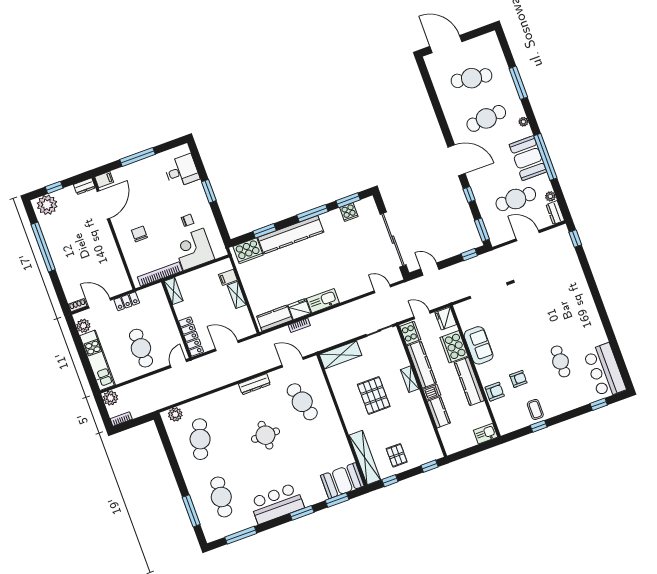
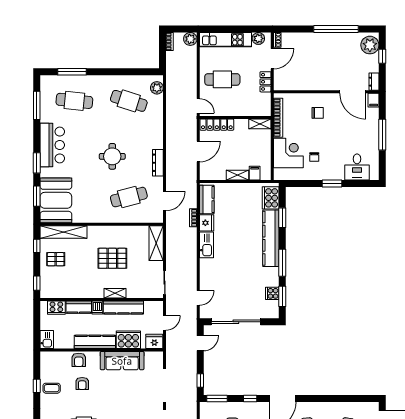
cooker: (410, 333) -> (56, 308), moved
sofa: (479, 345) -> (122, 361), width x1.36
booth: (342, 481) -> (56, 200), width x1.36, depth x1.42

